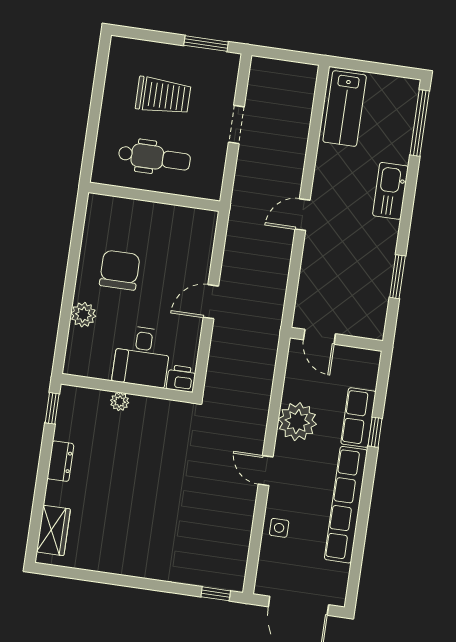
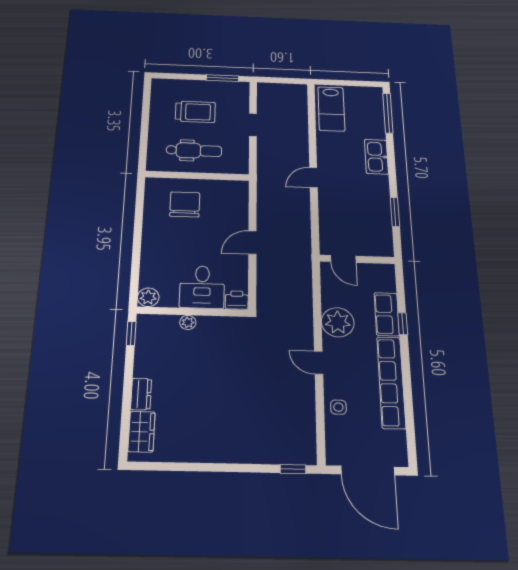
chair: (120, 270) -> (185, 204), moved
plant: (83, 315) -> (148, 297), moved
dresser: (60, 461) -> (141, 394), moved

